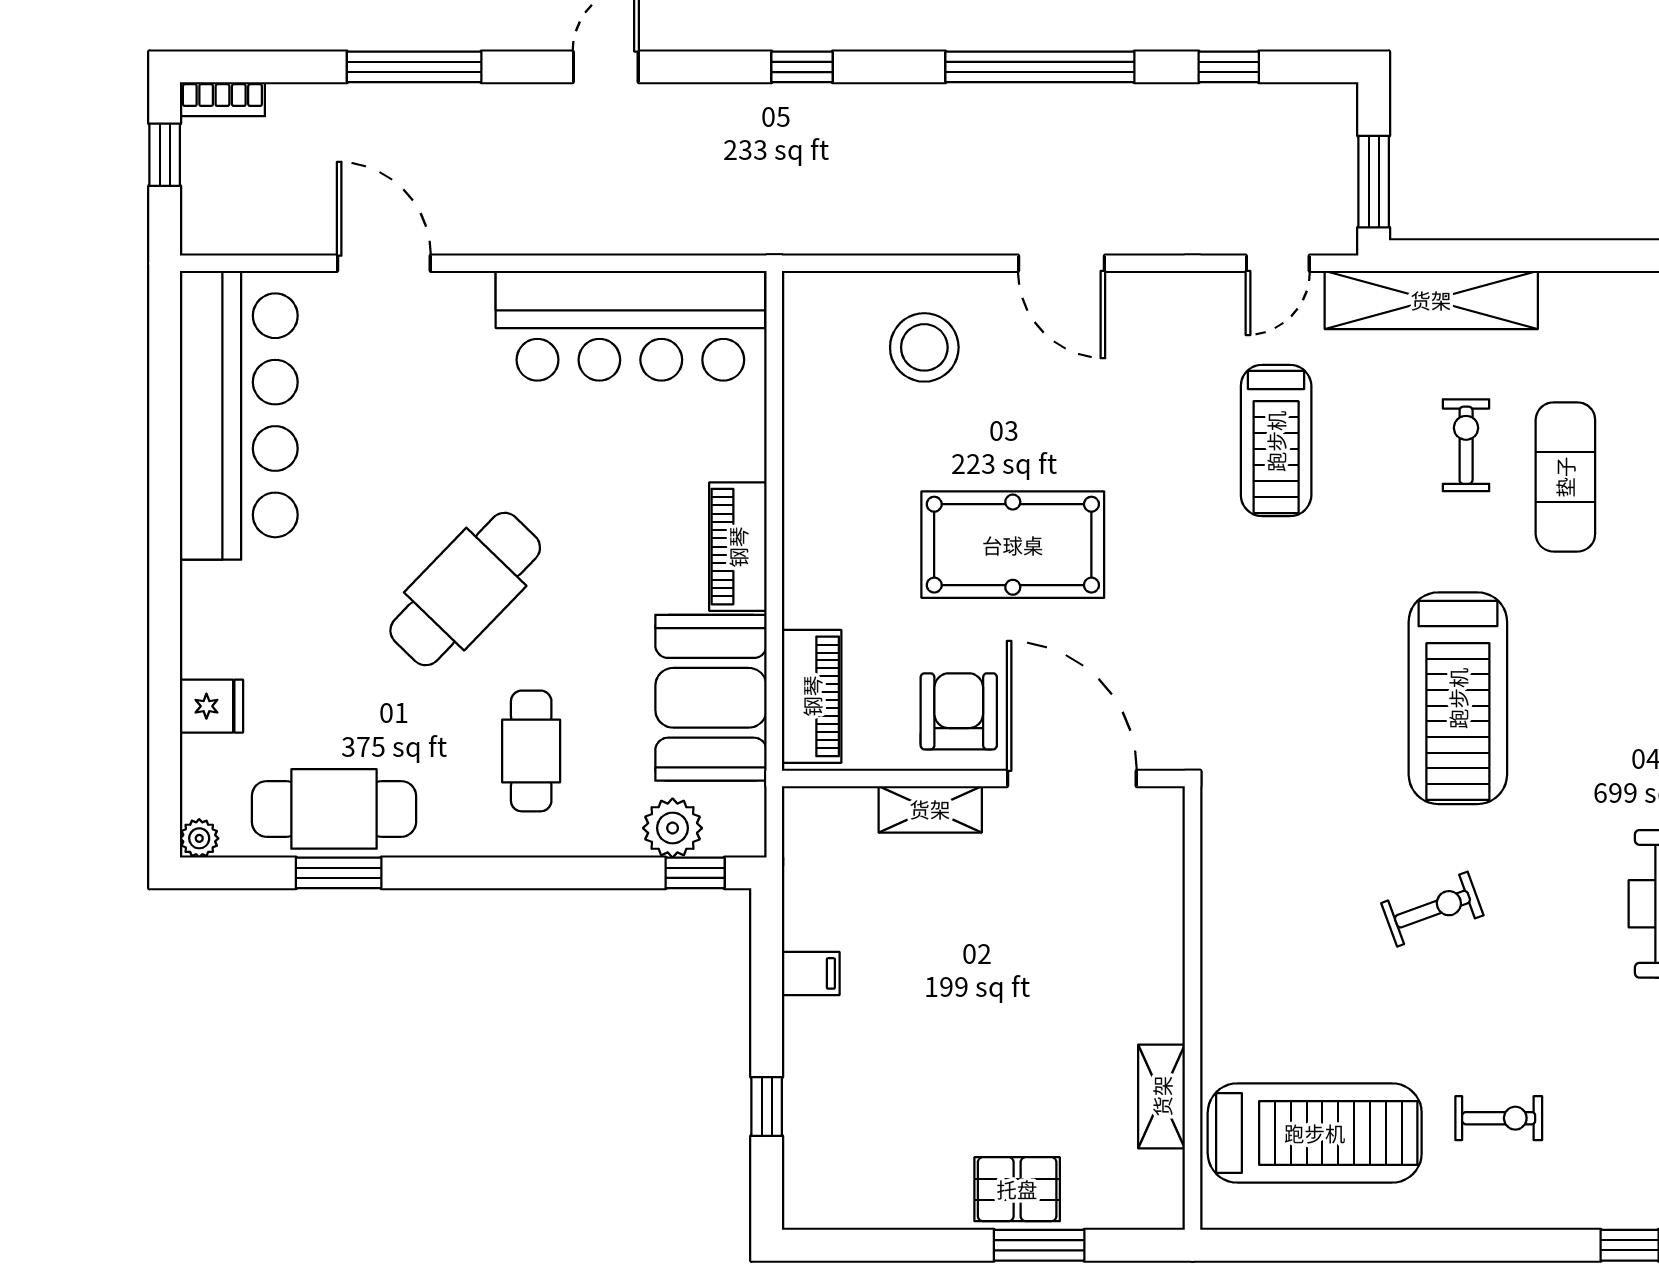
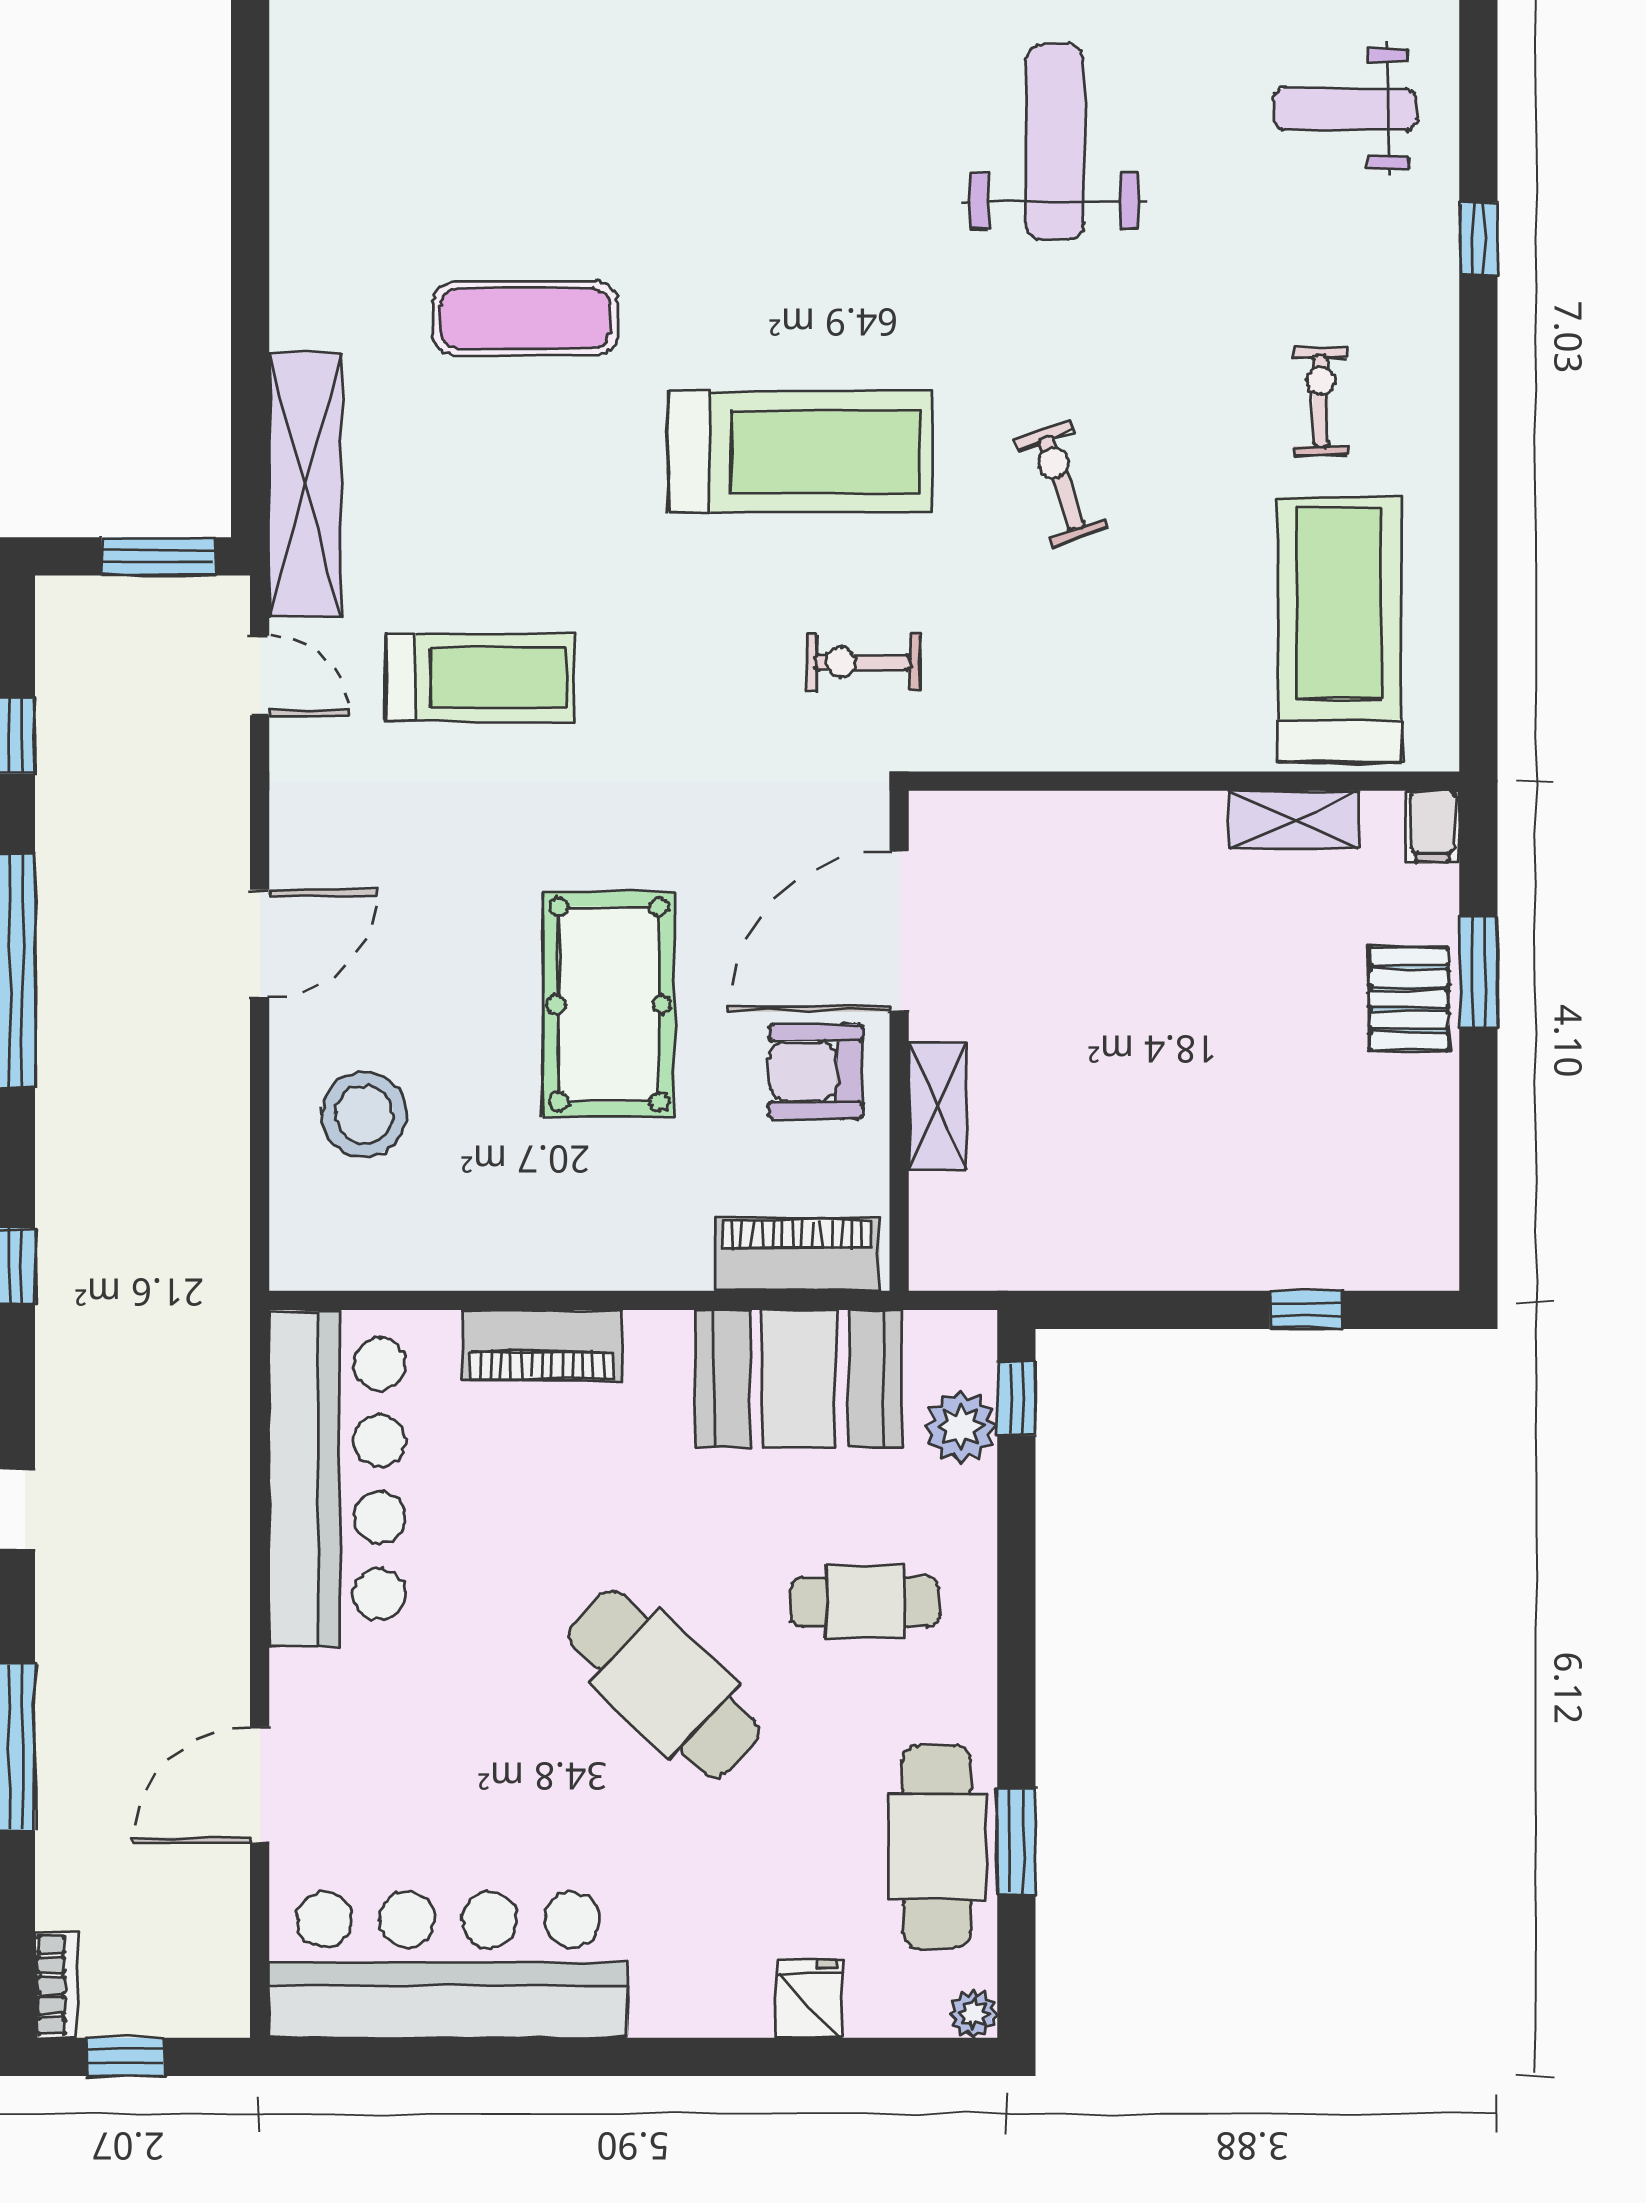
exercise bike: (1466, 445) -> (862, 662), moved
piano: (738, 547) -> (542, 1345), moved
filing cabinet: (811, 973) -> (1433, 826), moved, turned 180

